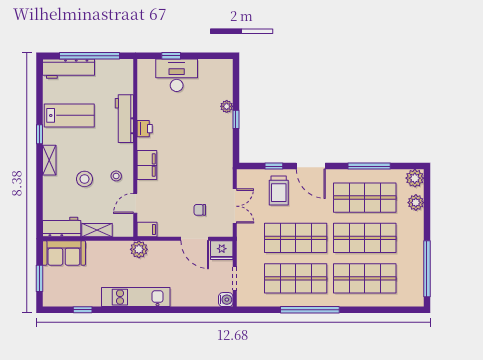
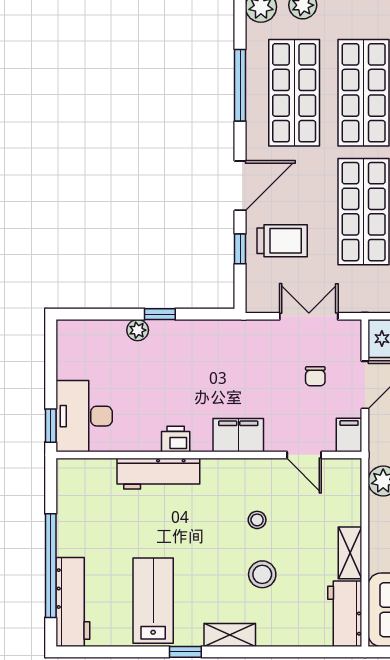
workbench: (124, 119) -> (158, 474), moved
printer: (145, 129) -> (176, 439), moved
wall: (135, 148) -> (209, 455), moved
filing cabinet: (147, 165) -> (238, 435), moved
door: (135, 203) -> (304, 455), moved
filing cabinet: (147, 229) -> (349, 435), moved

